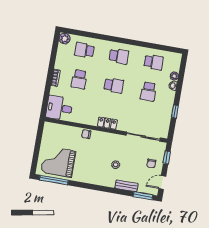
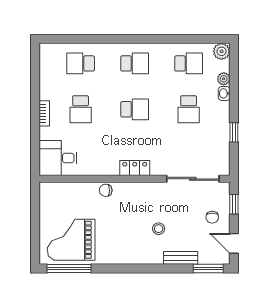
plant: (65, 39) -> (222, 51), moved
door: (162, 183) -> (234, 243), hinge flipped

